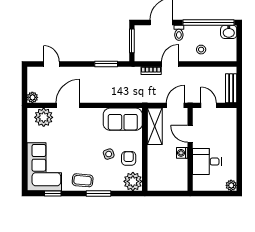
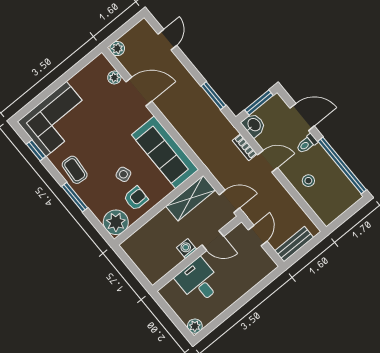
washbasin: (229, 32) -> (254, 125), moved, turned 180
plant: (44, 117) -> (114, 78), width x0.53, depth x0.53
sofa: (123, 119) -> (165, 152), width x1.36
door: (190, 134) -> (213, 241), swing flipped

